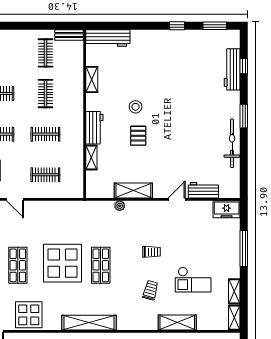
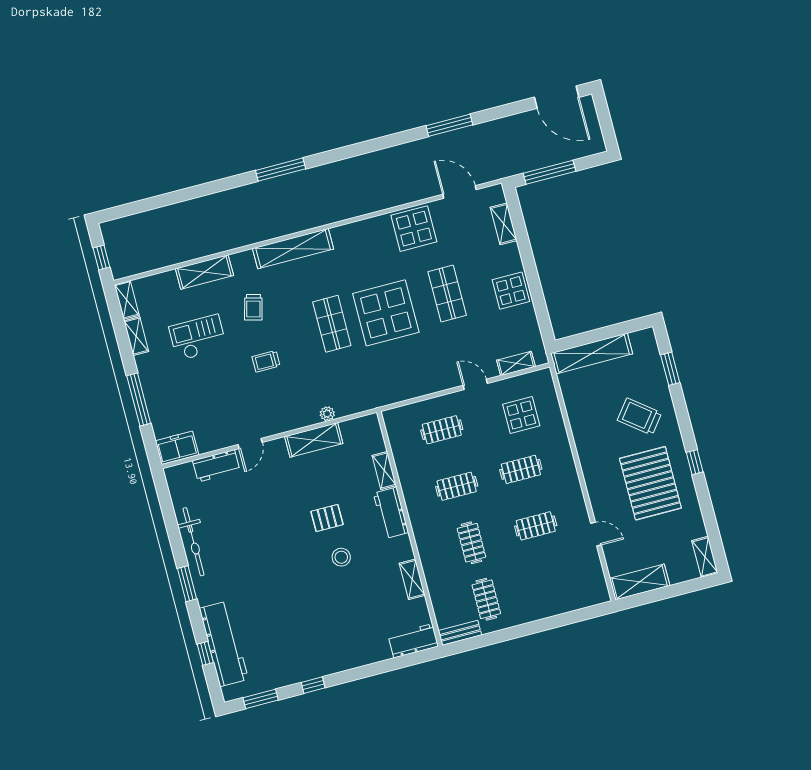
workbench: (108, 38) -> (413, 641), width x0.73
workbench: (232, 69) -> (224, 644), width x1.36, depth x1.32
pallet: (138, 136) -> (327, 518), turned 90
shelving: (89, 323) -> (293, 249), moved

